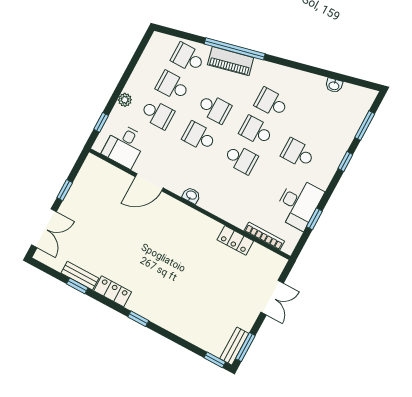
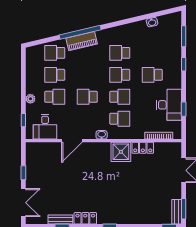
school desk: (214, 108) -> (120, 119), moved
shower: (204, 230) -> (121, 152), added

